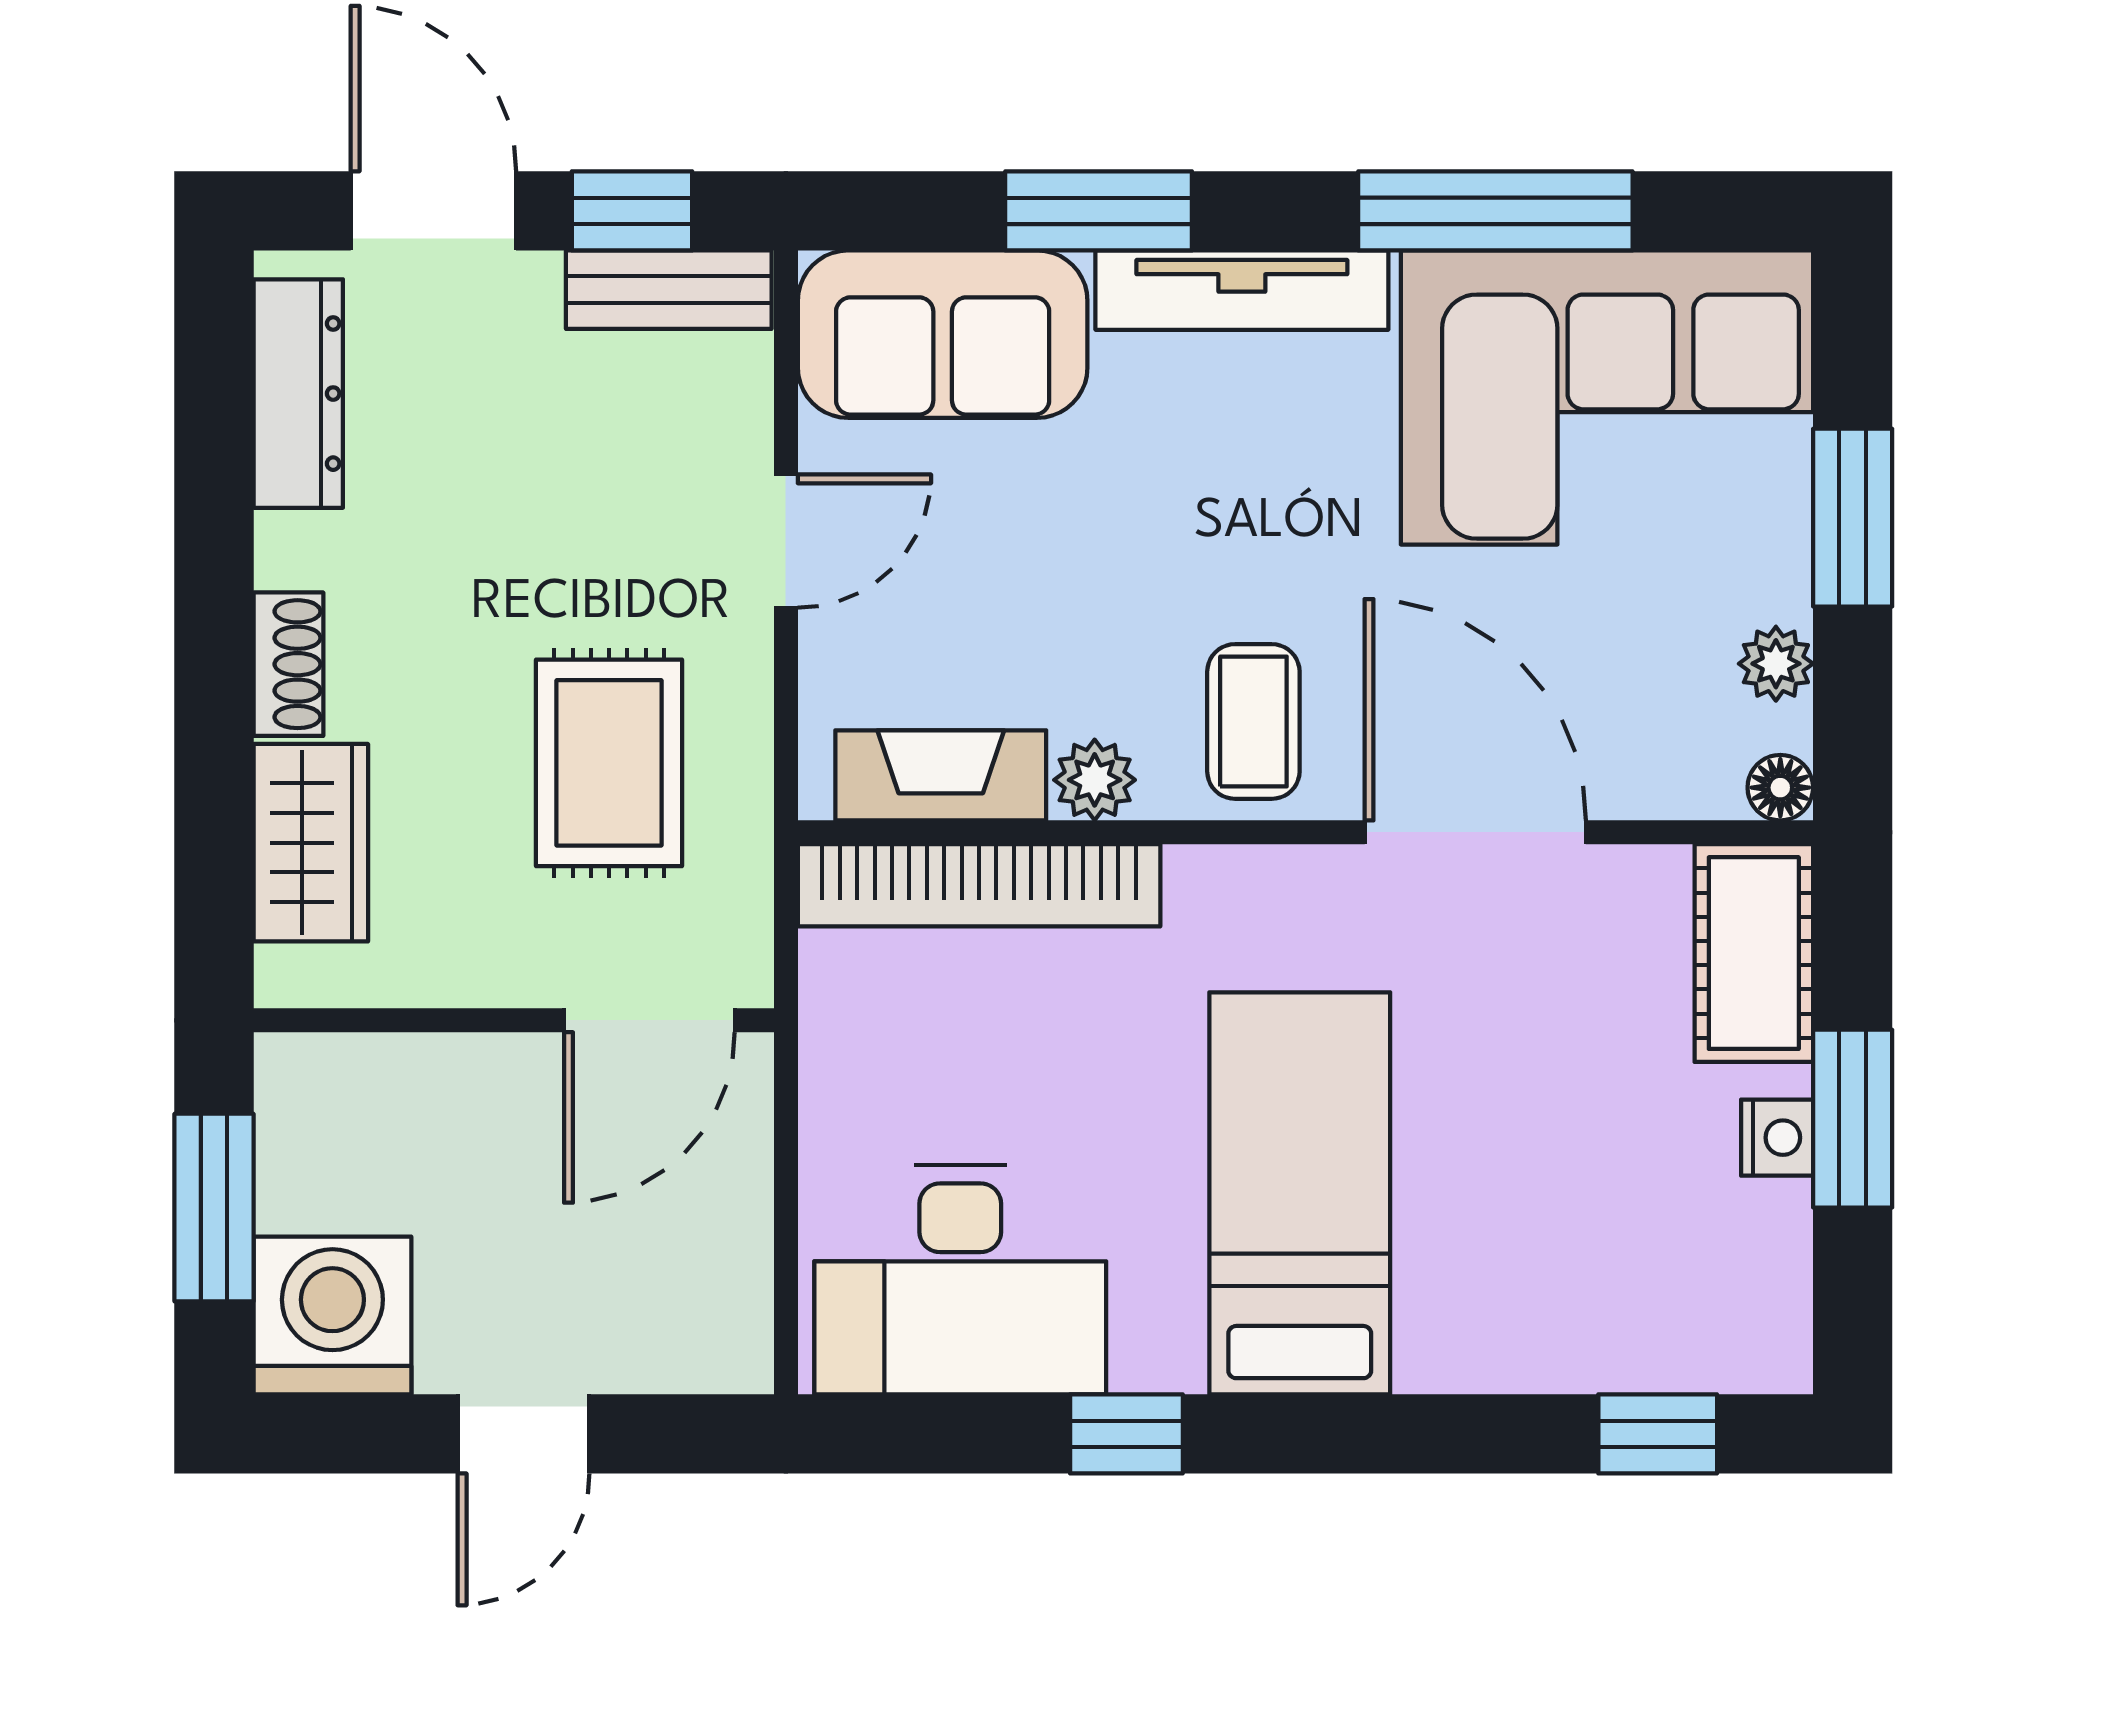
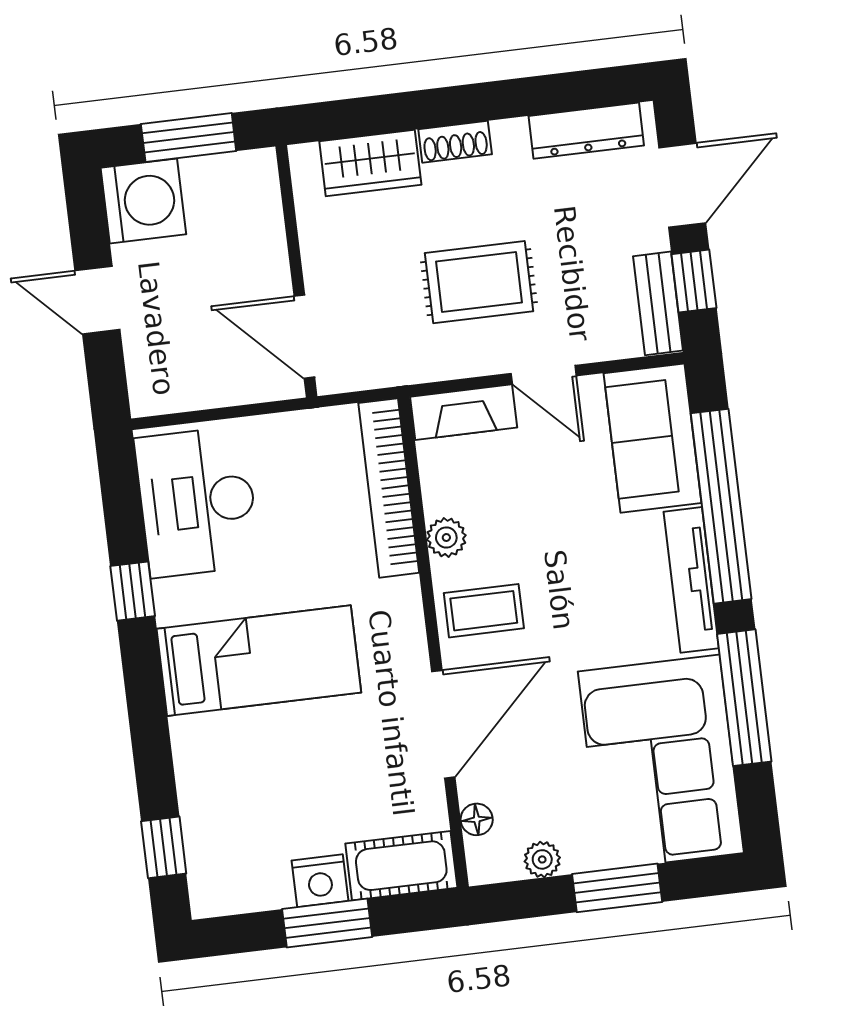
window: (1099, 211) -> (721, 506), width x2.11
rug: (609, 763) -> (479, 282), moved
fireplace: (941, 775) -> (464, 412), moved, turned 90
floor lamp: (1780, 788) -> (477, 819), moved
nightstand: (1777, 1138) -> (320, 881), width x1.39, depth x1.35

